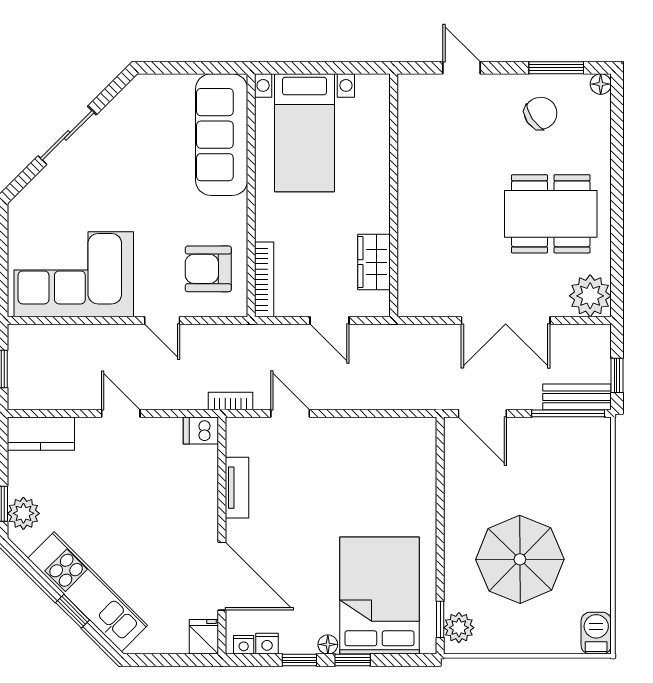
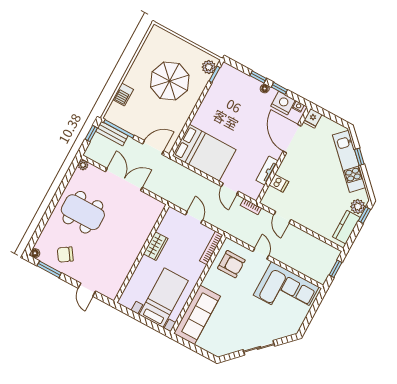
wardrobe: (374, 262) -> (156, 246), moved
plant: (590, 296) -> (83, 165), width x0.53, depth x0.53
door: (121, 413) -> (282, 217), moved
door: (482, 413) -> (153, 147), hinge flipped
dishwasher: (201, 430) -> (279, 183), moved
kitchen counter: (41, 434) -> (346, 227), moved, turned -90
bed: (379, 596) -> (204, 153), moved, turned -90
barbecue: (596, 633) -> (123, 95), moved
nightstand: (267, 644) -> (283, 103), width x1.89, depth x1.79

